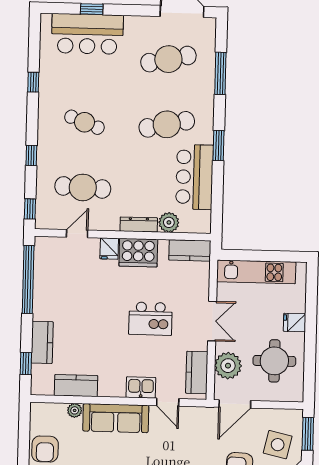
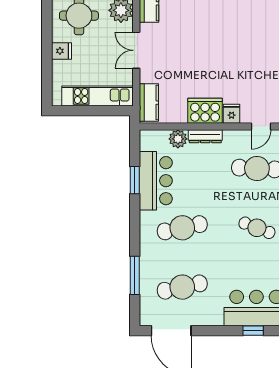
window: (218, 146) -> (135, 180), moved
kitchen counter: (190, 250) -> (149, 103), moved, turned 90
kitchen island: (150, 319) -> (192, 51), removed

